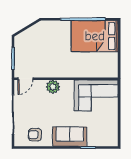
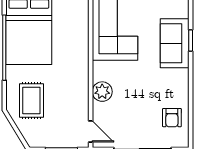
rug: (47, 38) -> (31, 101), added
sofa: (70, 137) -> (175, 43), moved

